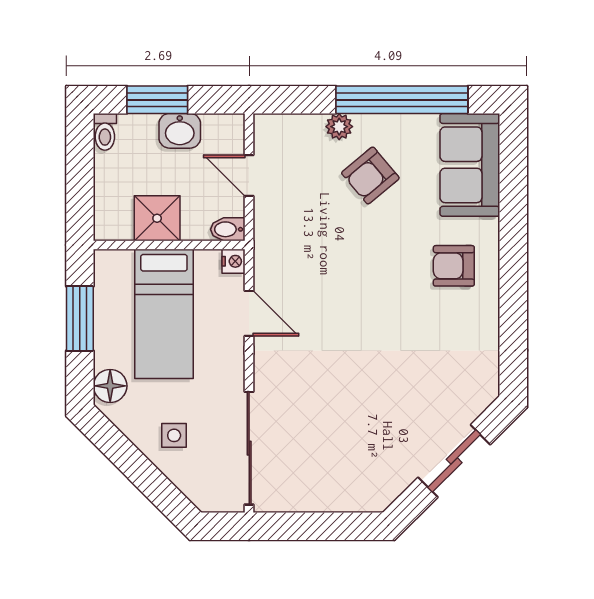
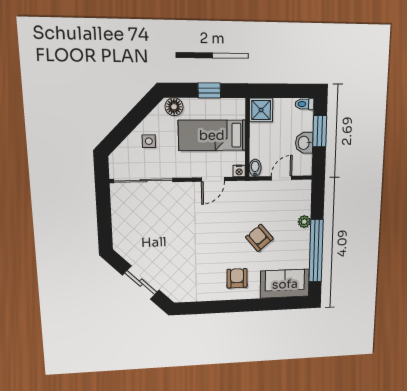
armchair: (370, 175) -> (259, 238), moved
shower: (157, 218) -> (261, 110), moved
window: (80, 318) -> (209, 90), width x0.67

